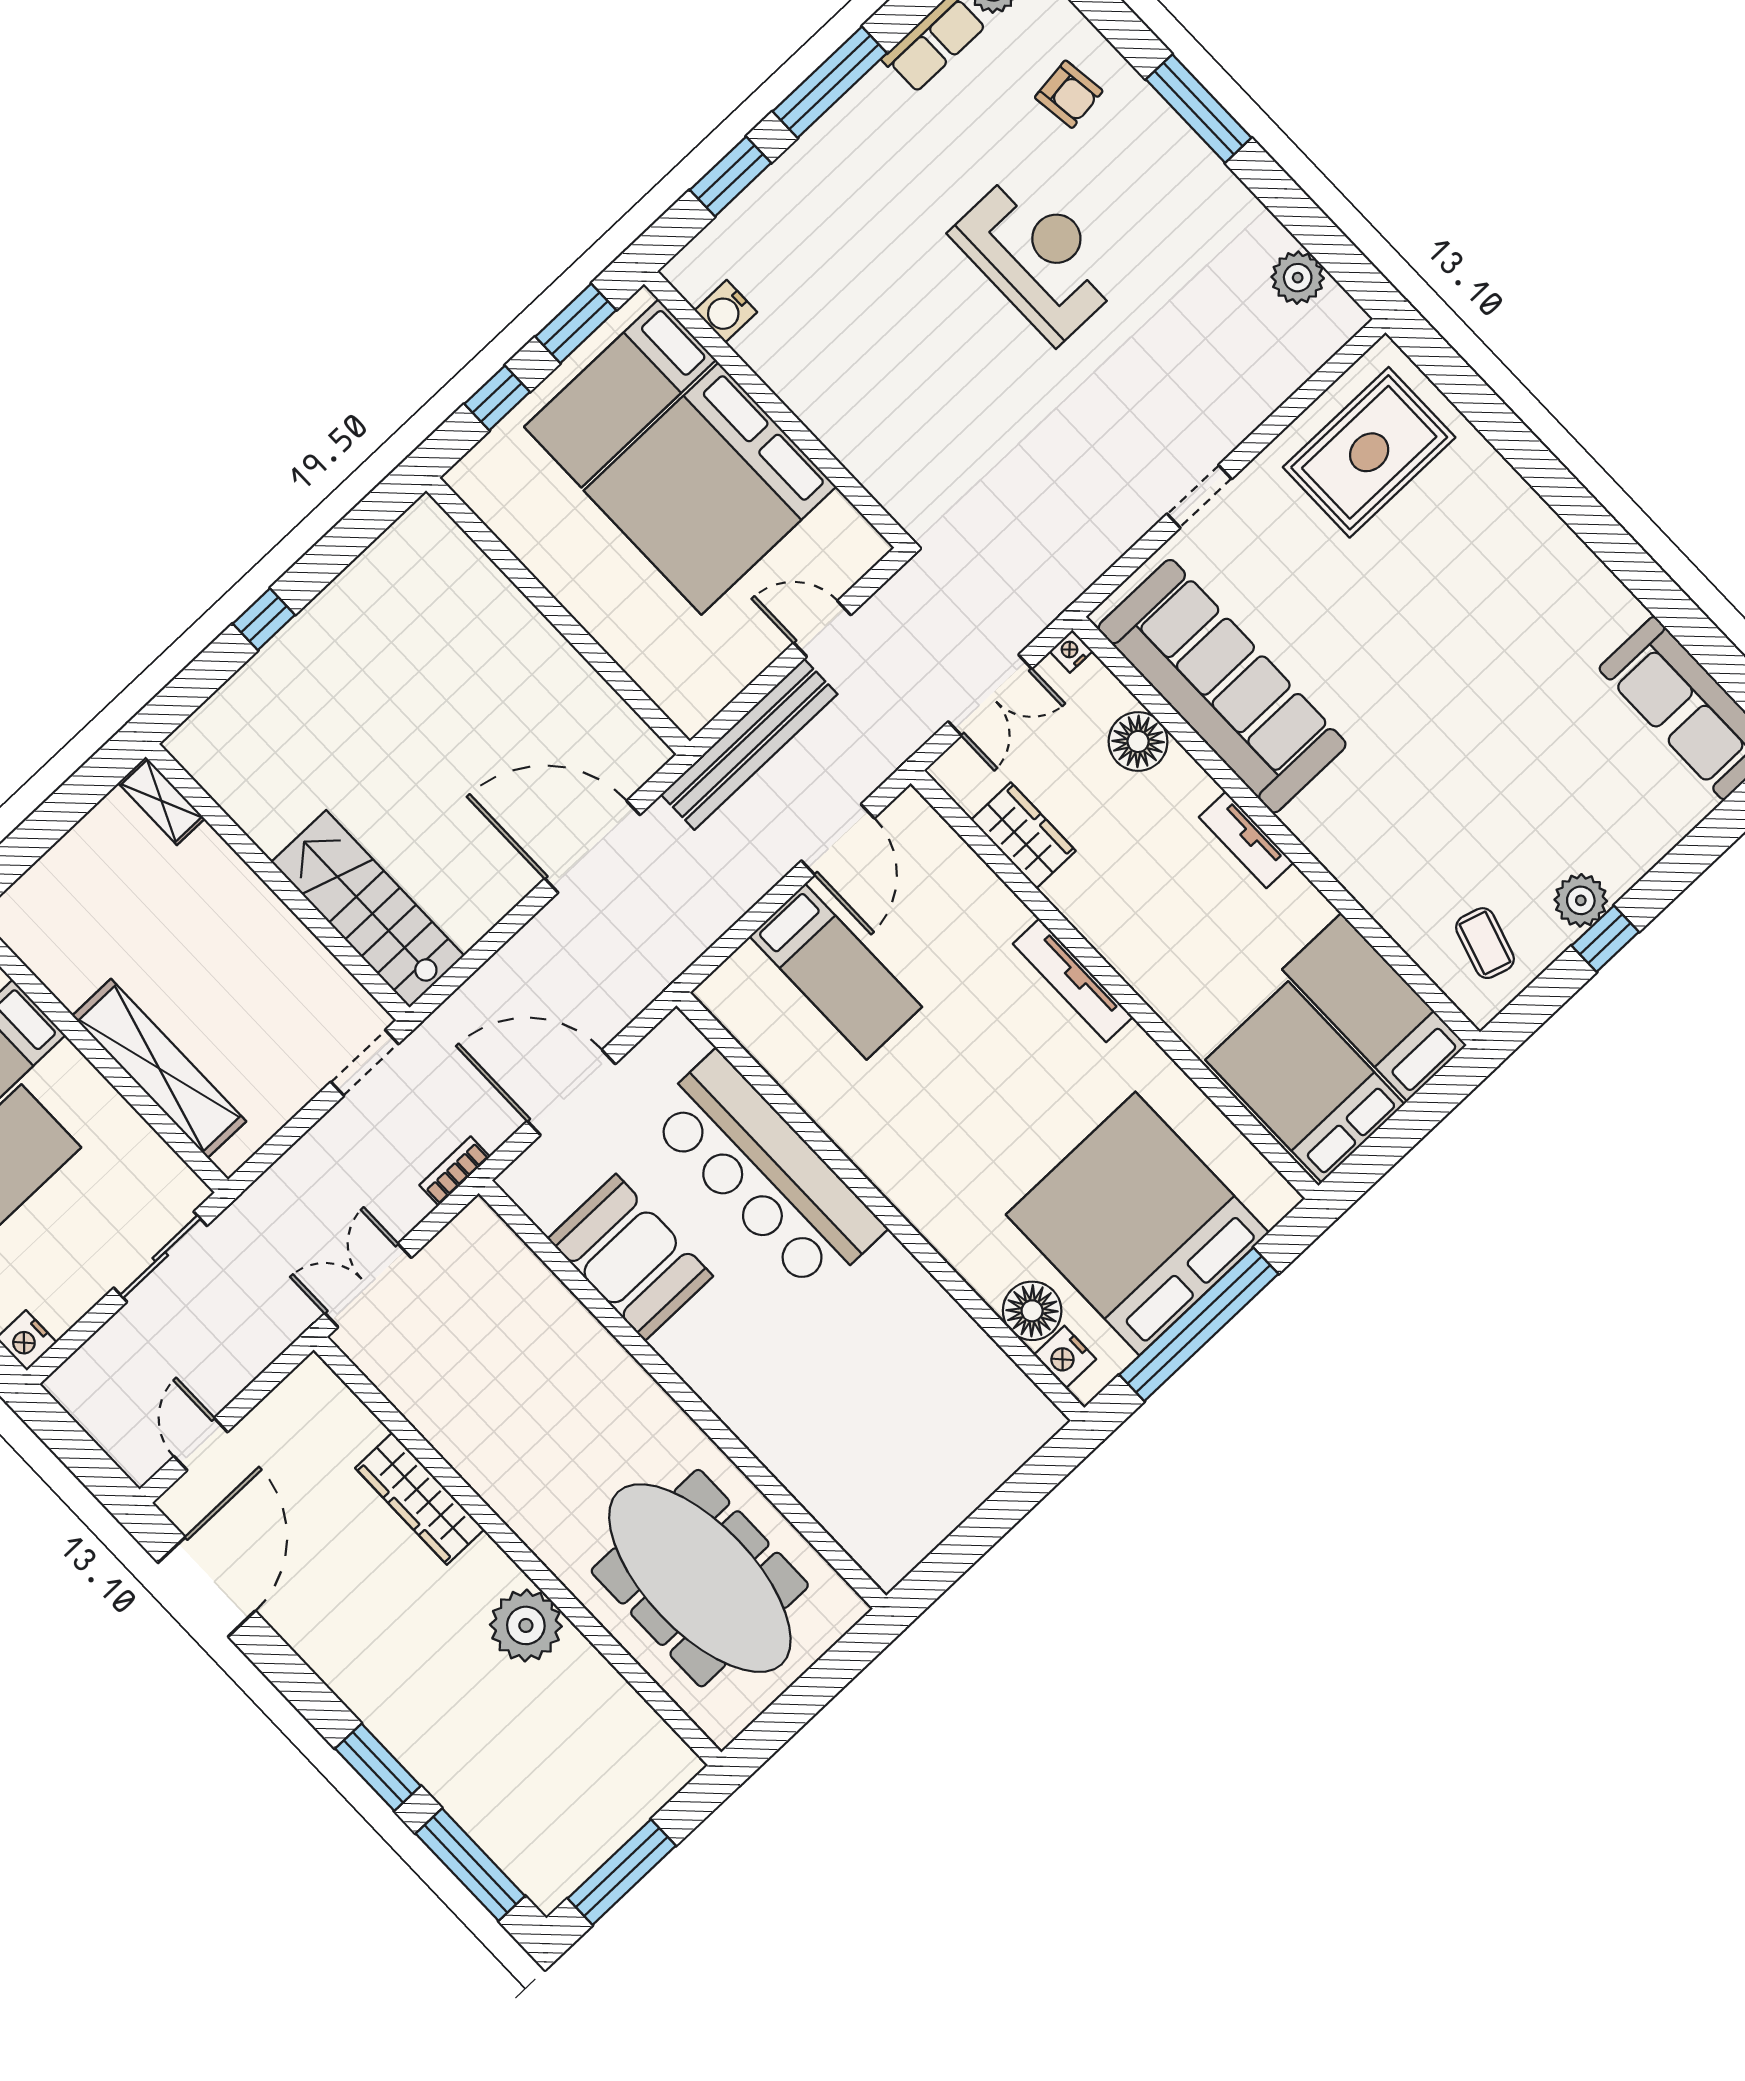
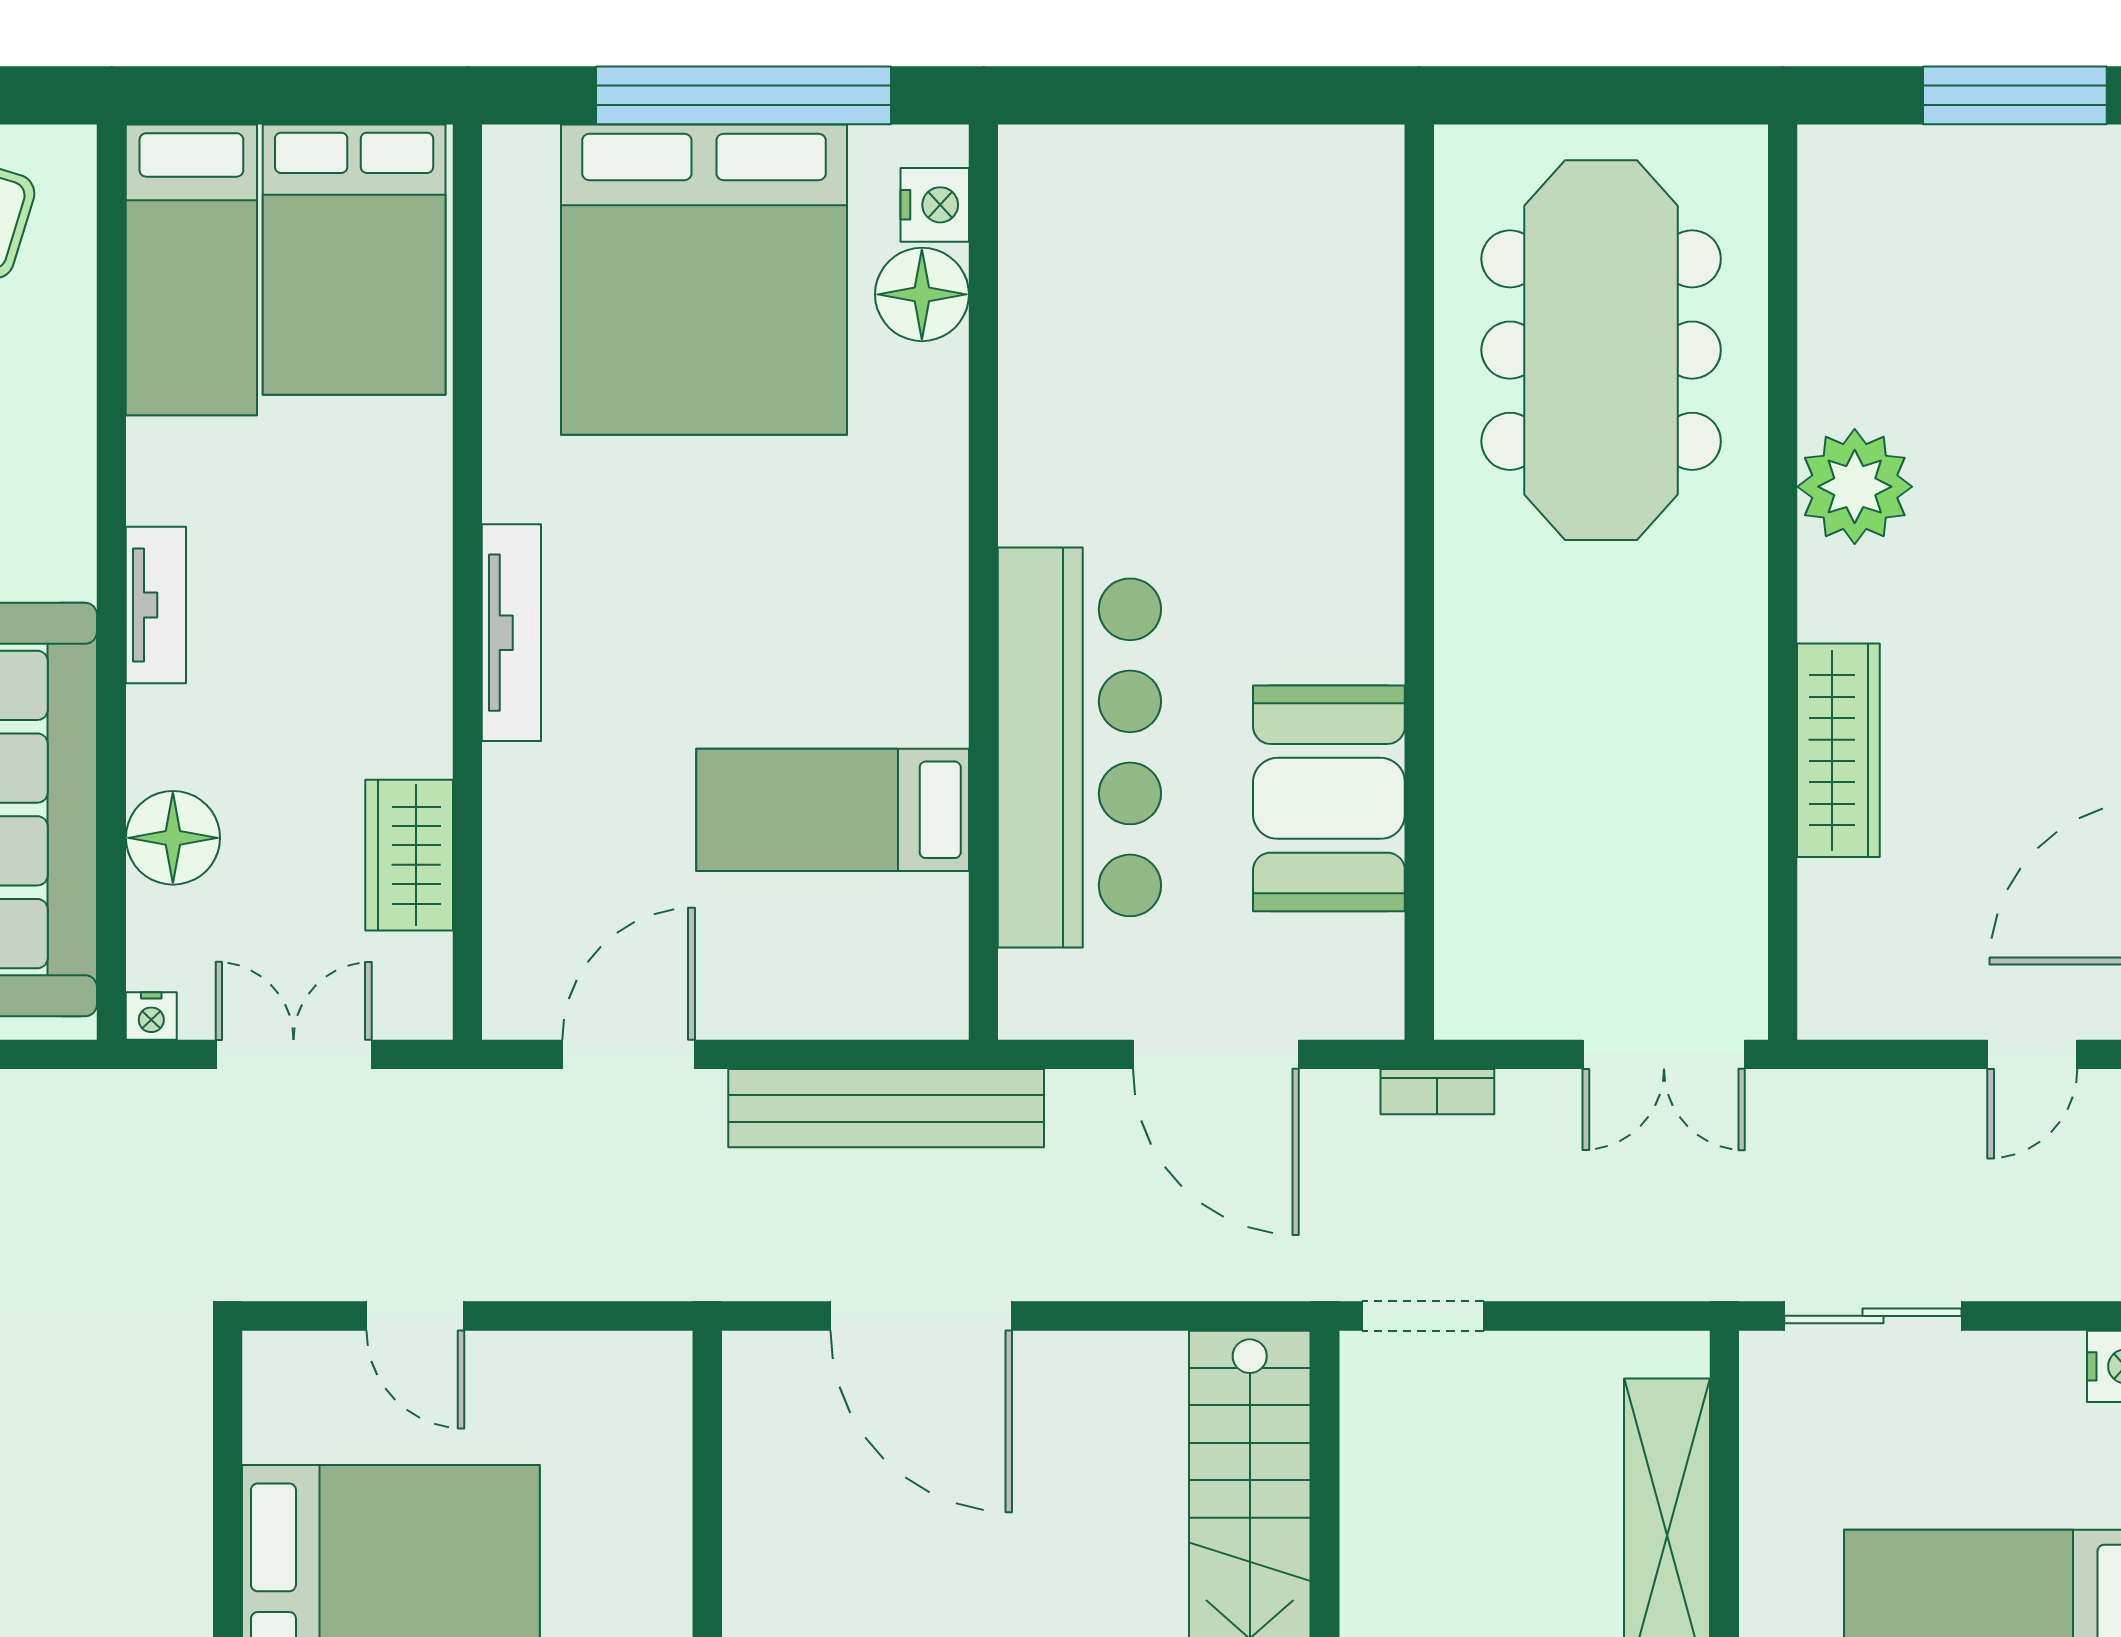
bench: (749, 744) -> (886, 1108), moved
bed: (836, 972) -> (833, 810), moved, turned -90

